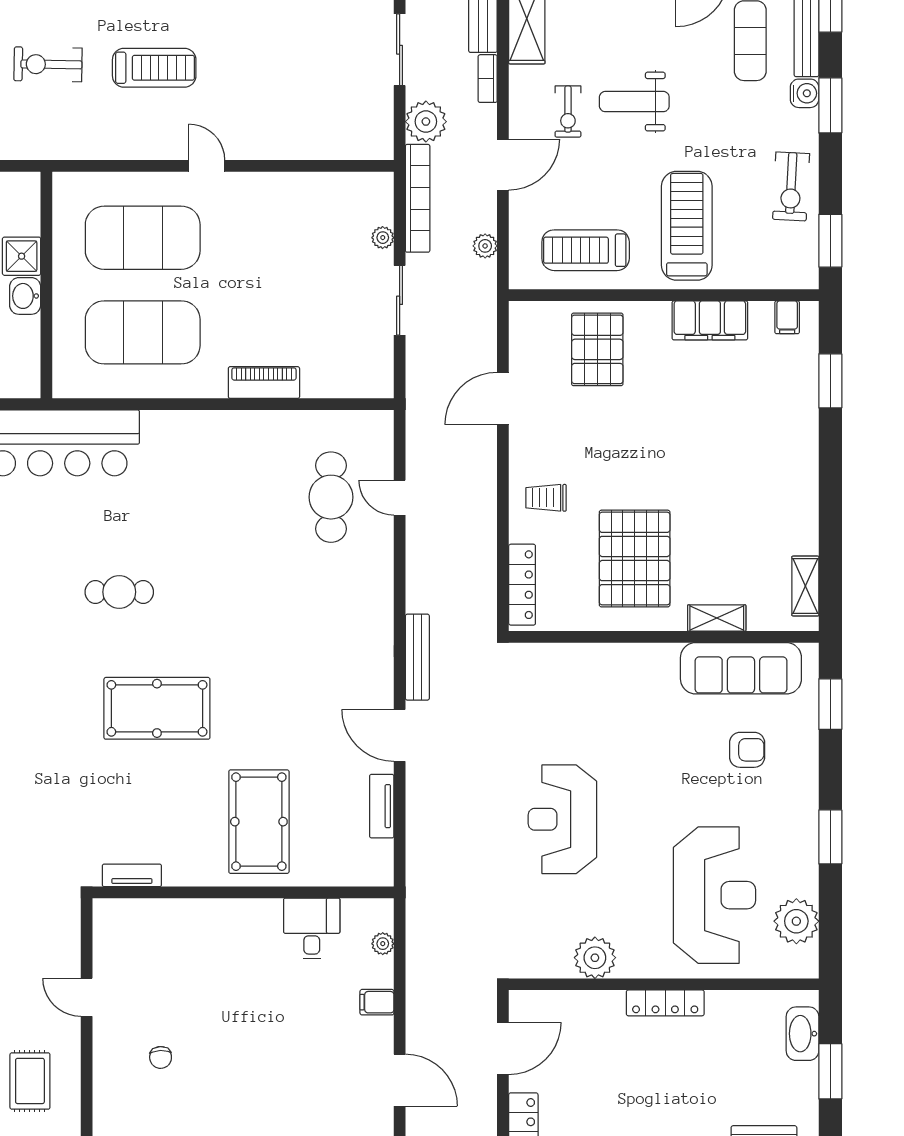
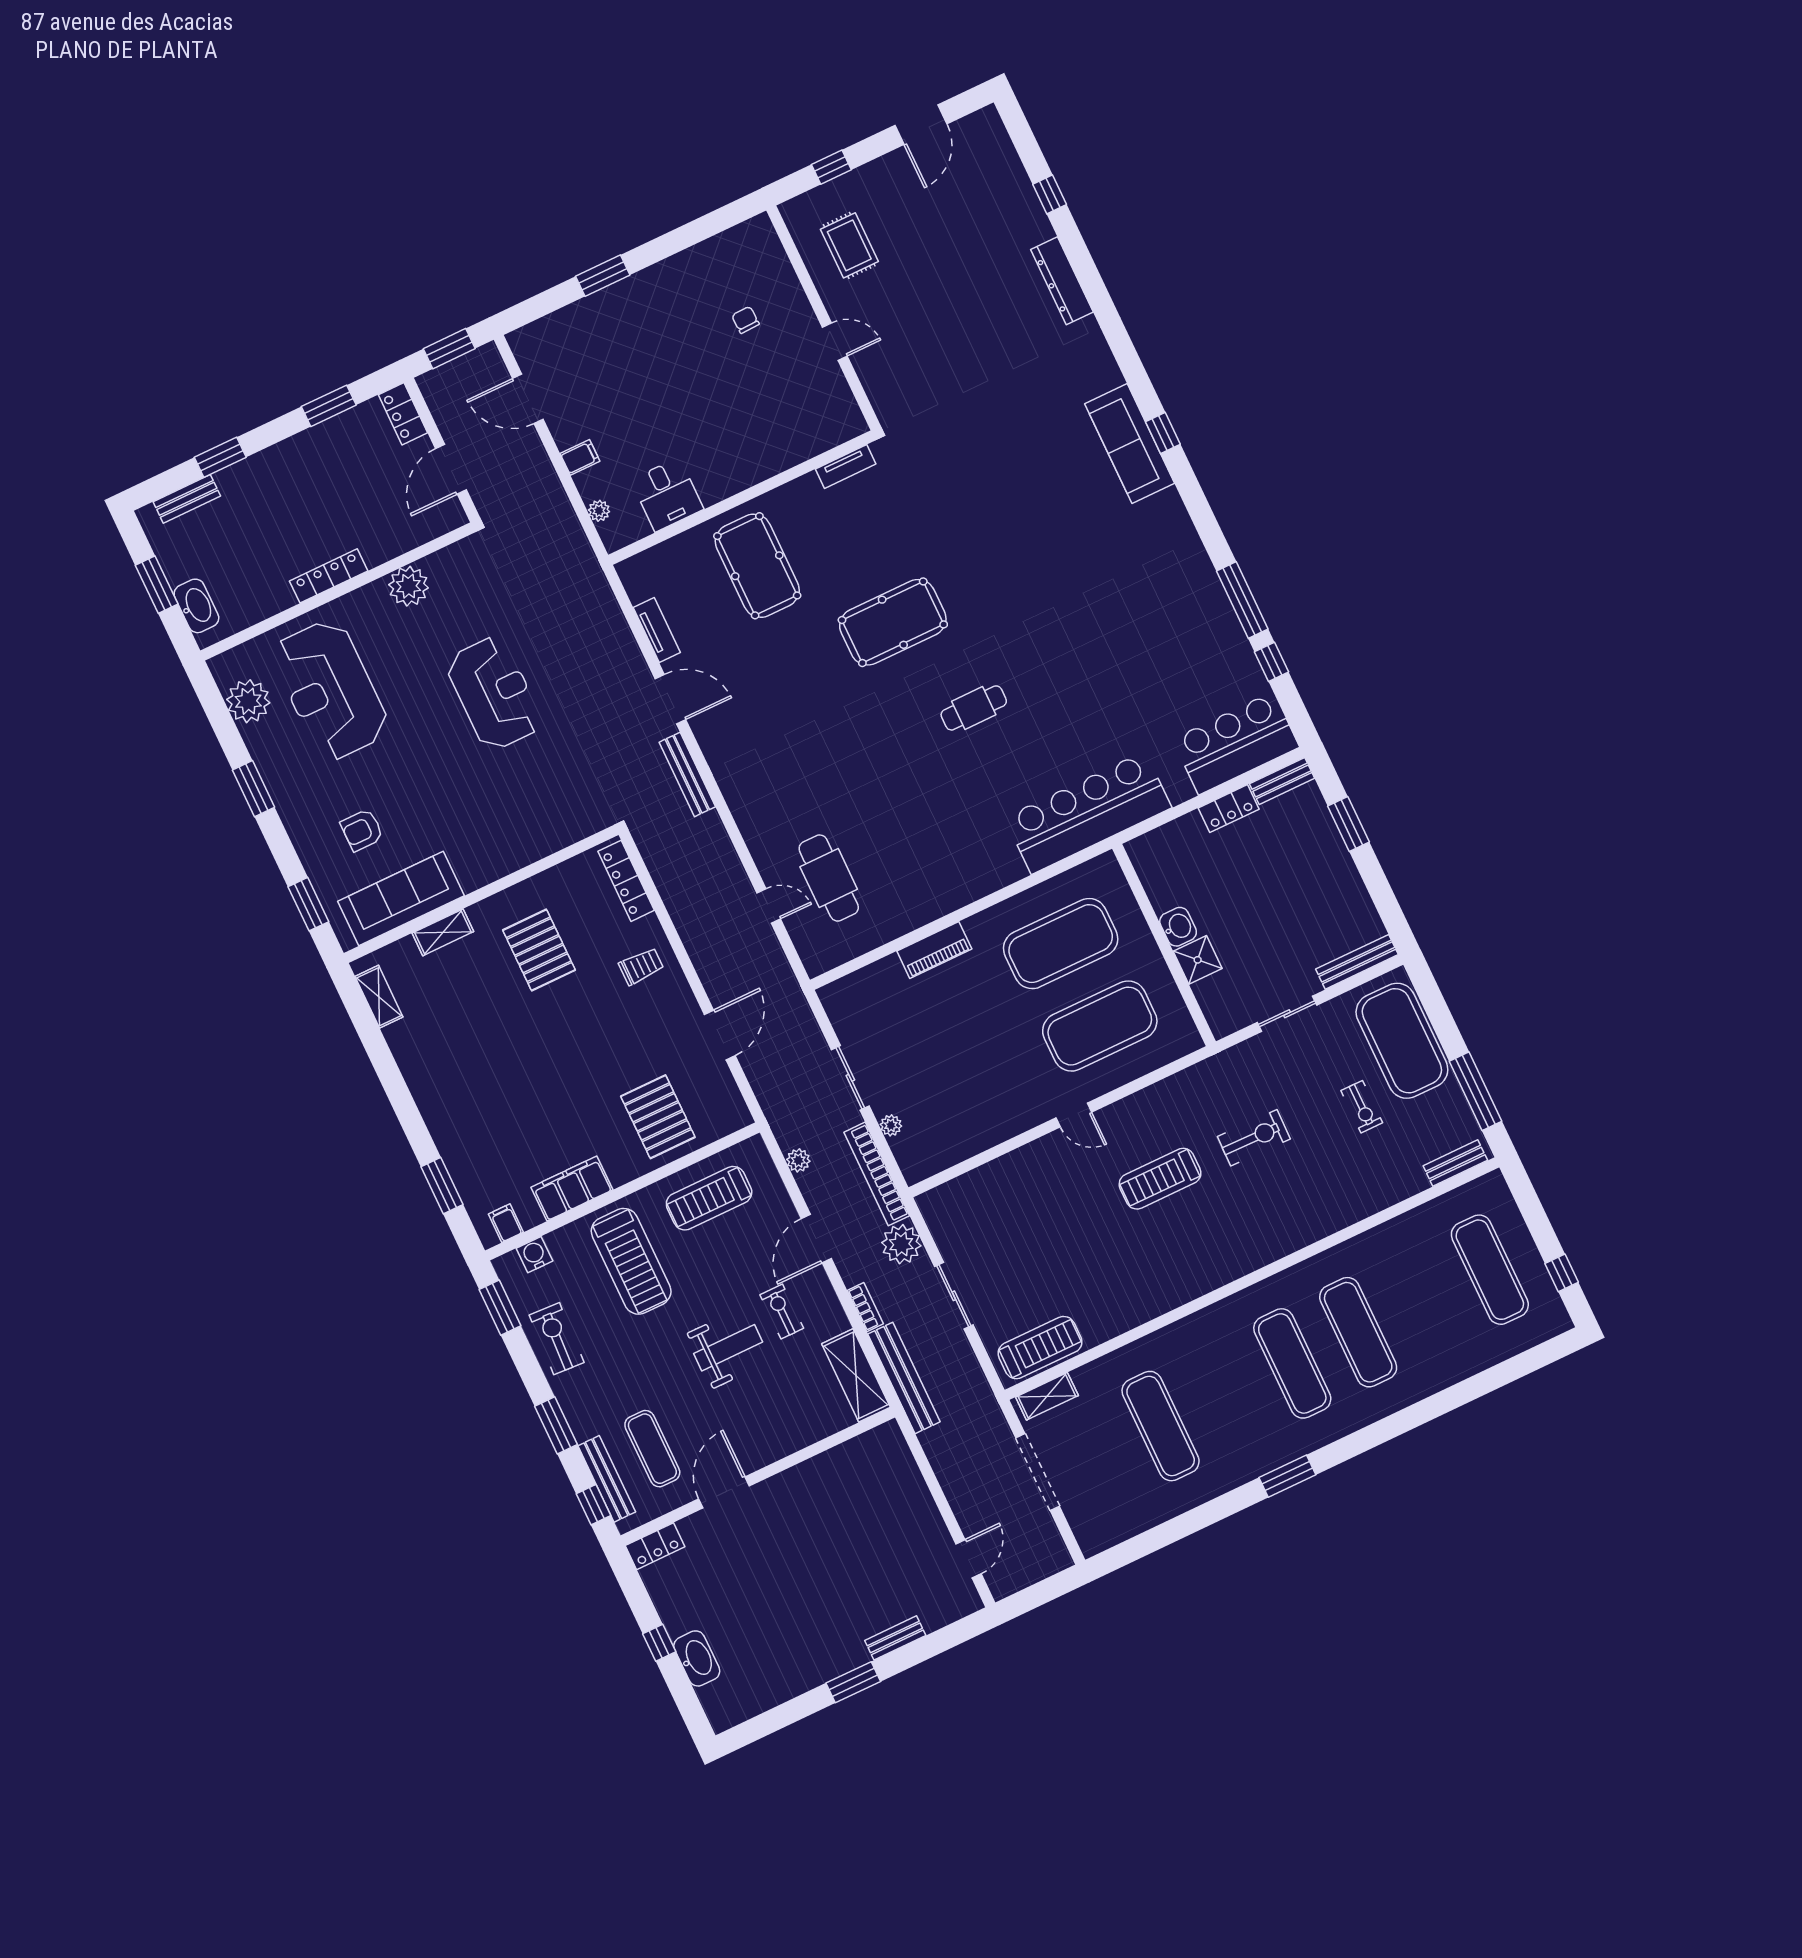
water cooler: (805, 93) -> (534, 1255), moved, turned 90
treadmill: (586, 250) -> (709, 1198), turned 180
pallet: (635, 559) -> (539, 950), width x0.73, depth x0.71

